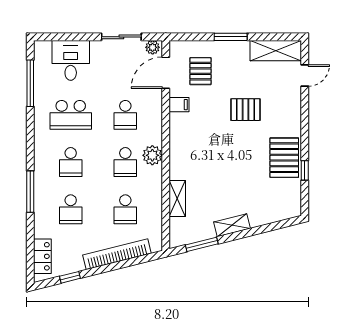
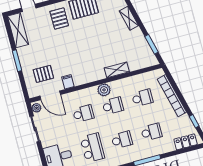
pallet: (245, 110) -> (59, 19), moved
shelving: (177, 198) -> (117, 70), moved
shelving: (232, 225) -> (129, 18), moved

